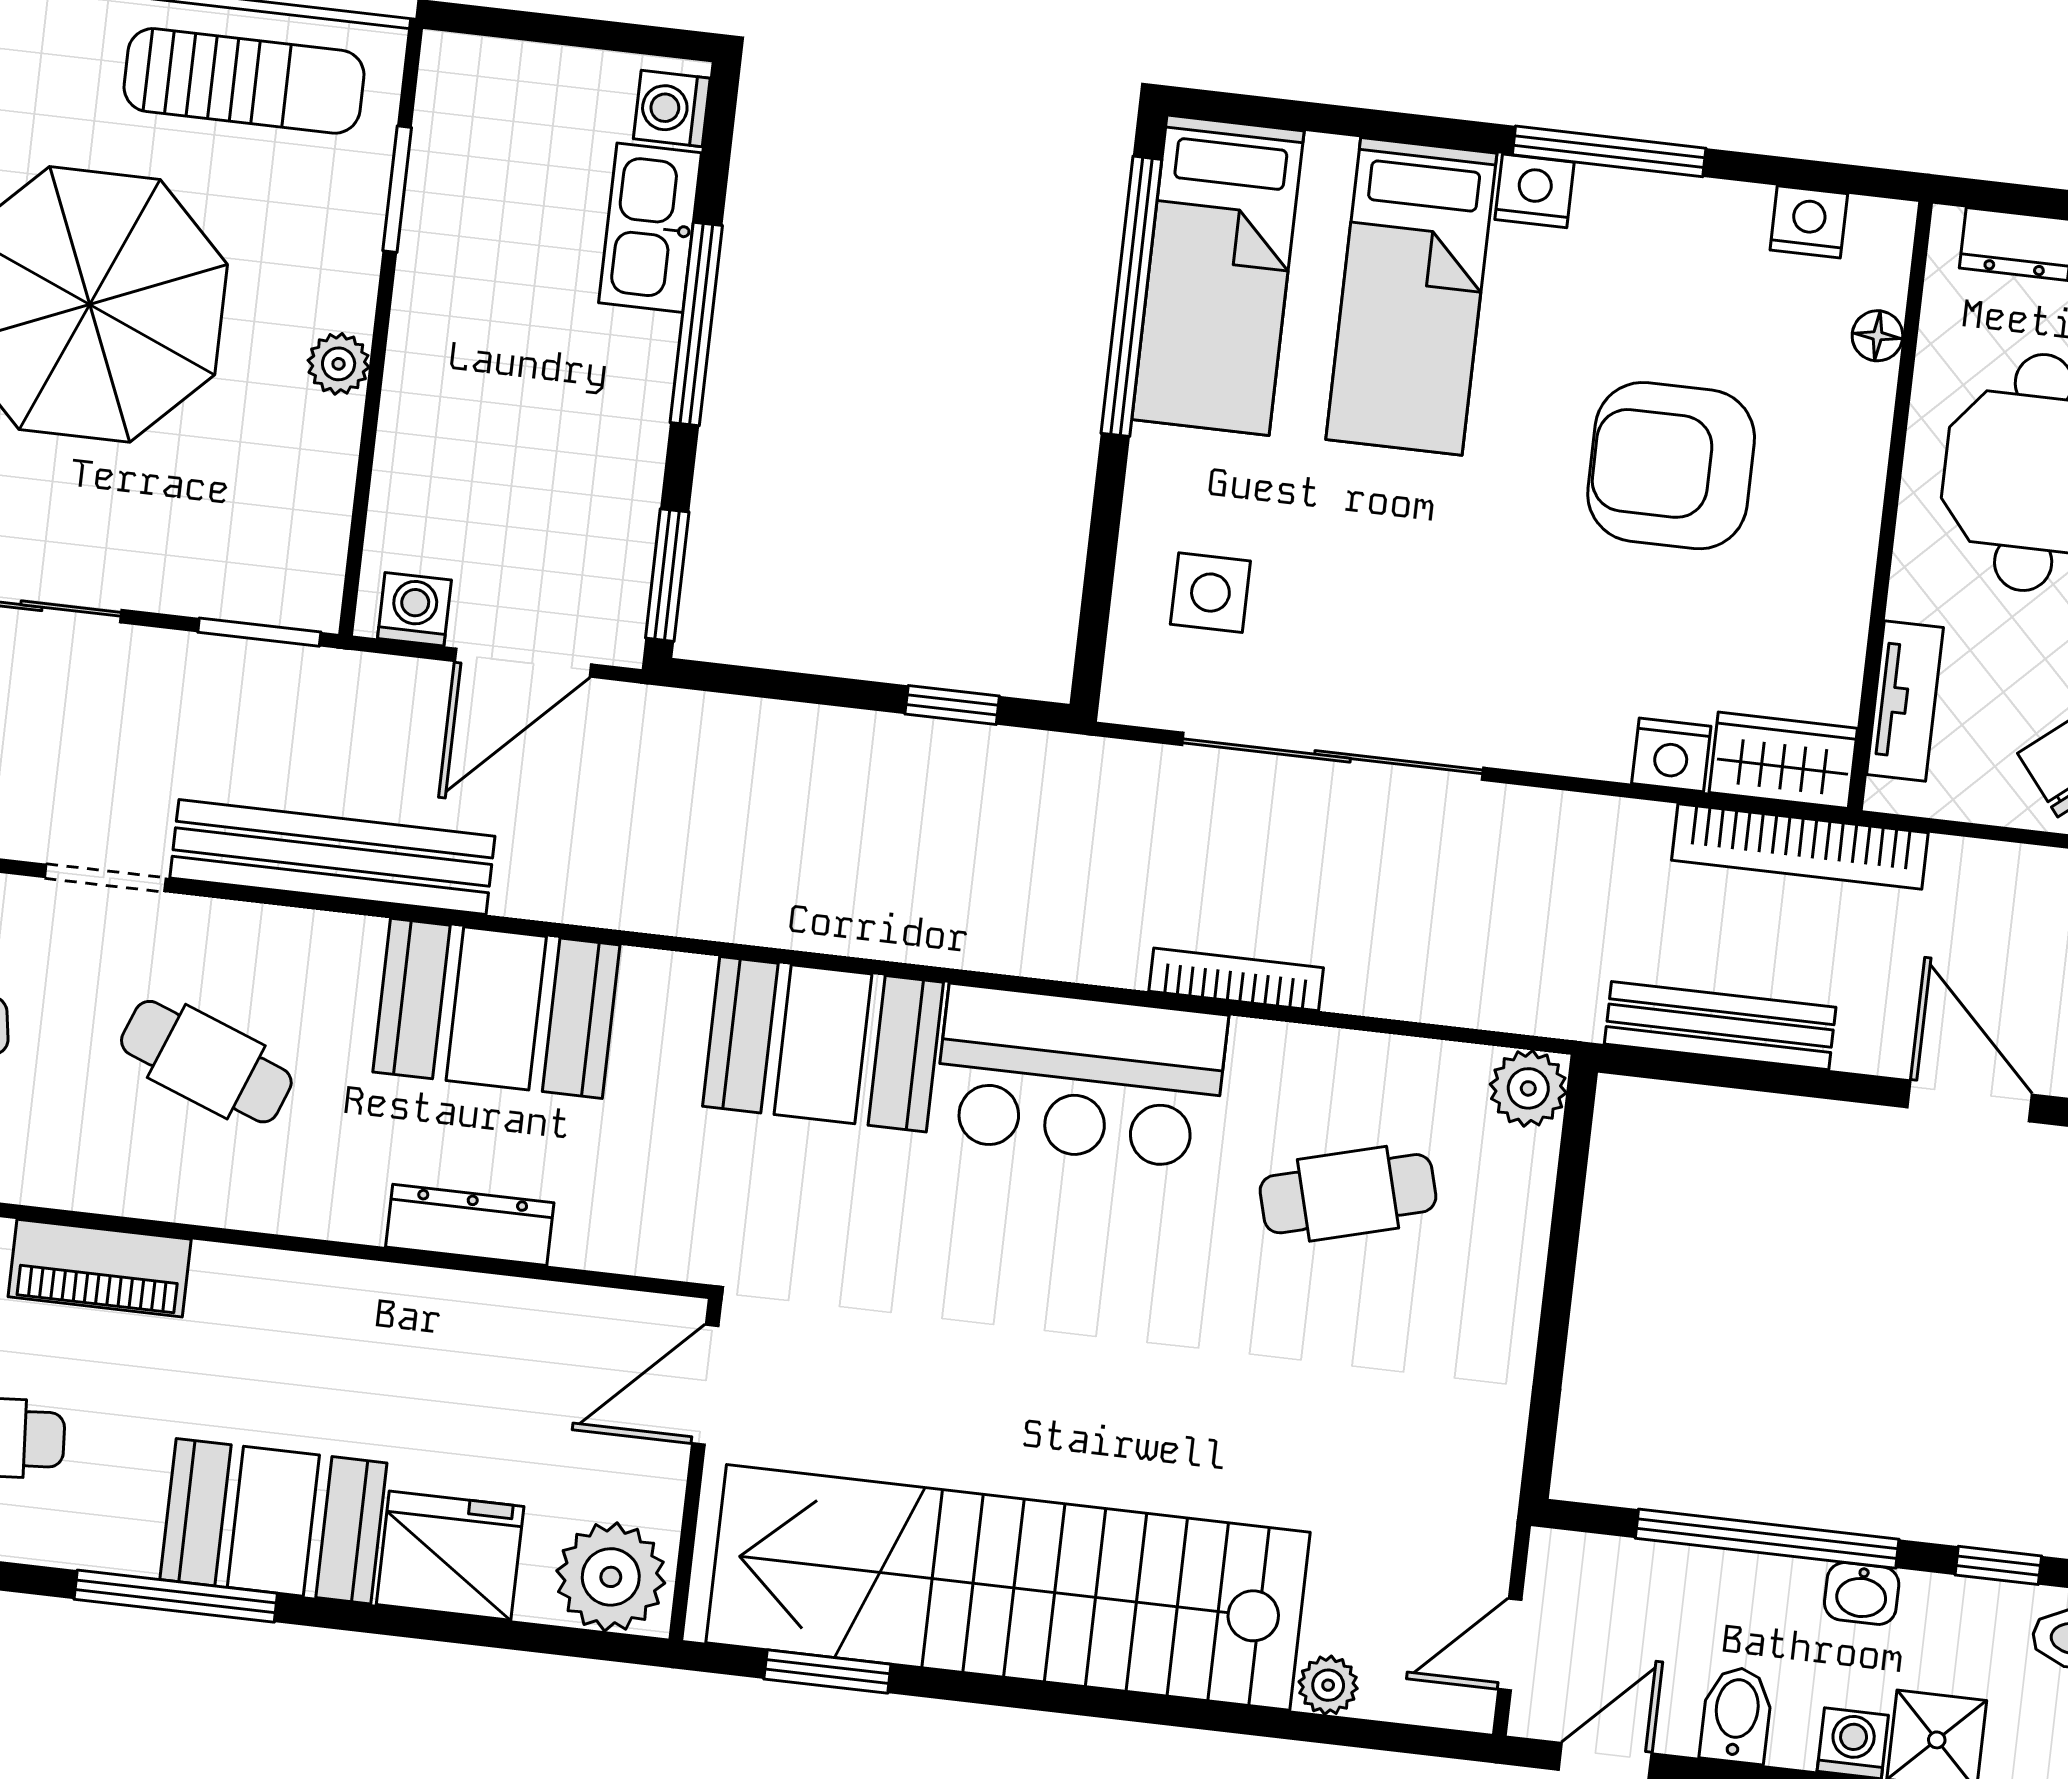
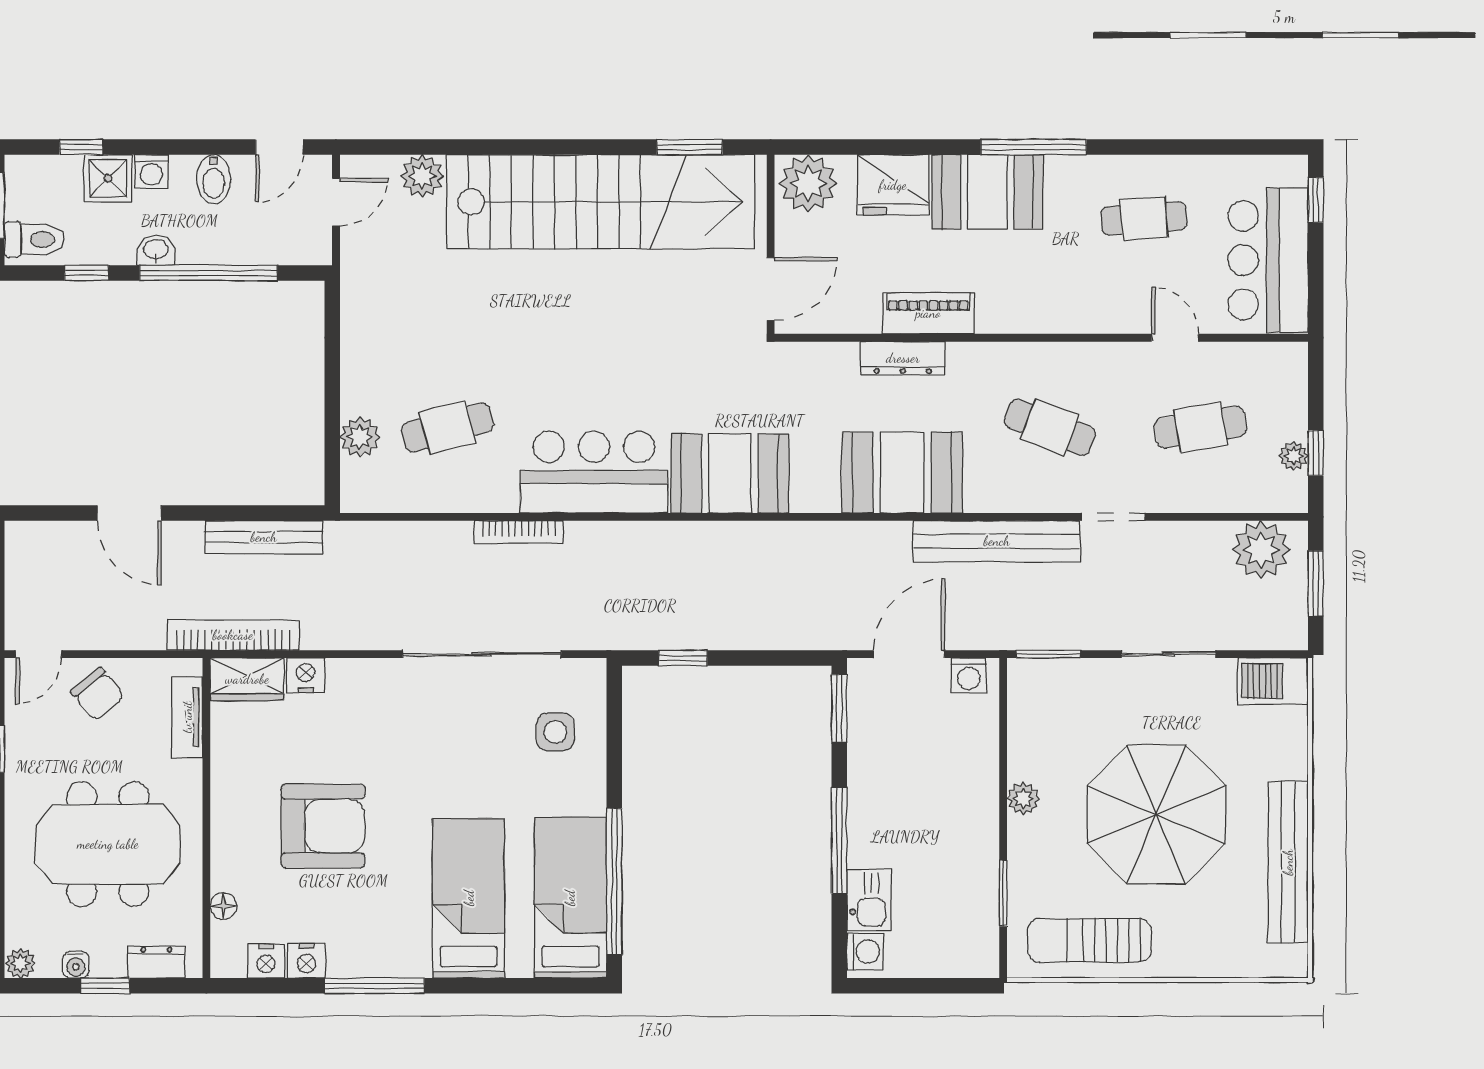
nightstand: (1535, 191) -> (306, 961), moved
kitchen sink: (650, 228) -> (869, 900), width x0.73
plant: (1528, 1088) -> (360, 437), moved
piano: (100, 1268) -> (928, 313), moved
plant: (1328, 1685) -> (422, 176), width x1.38, depth x1.38

